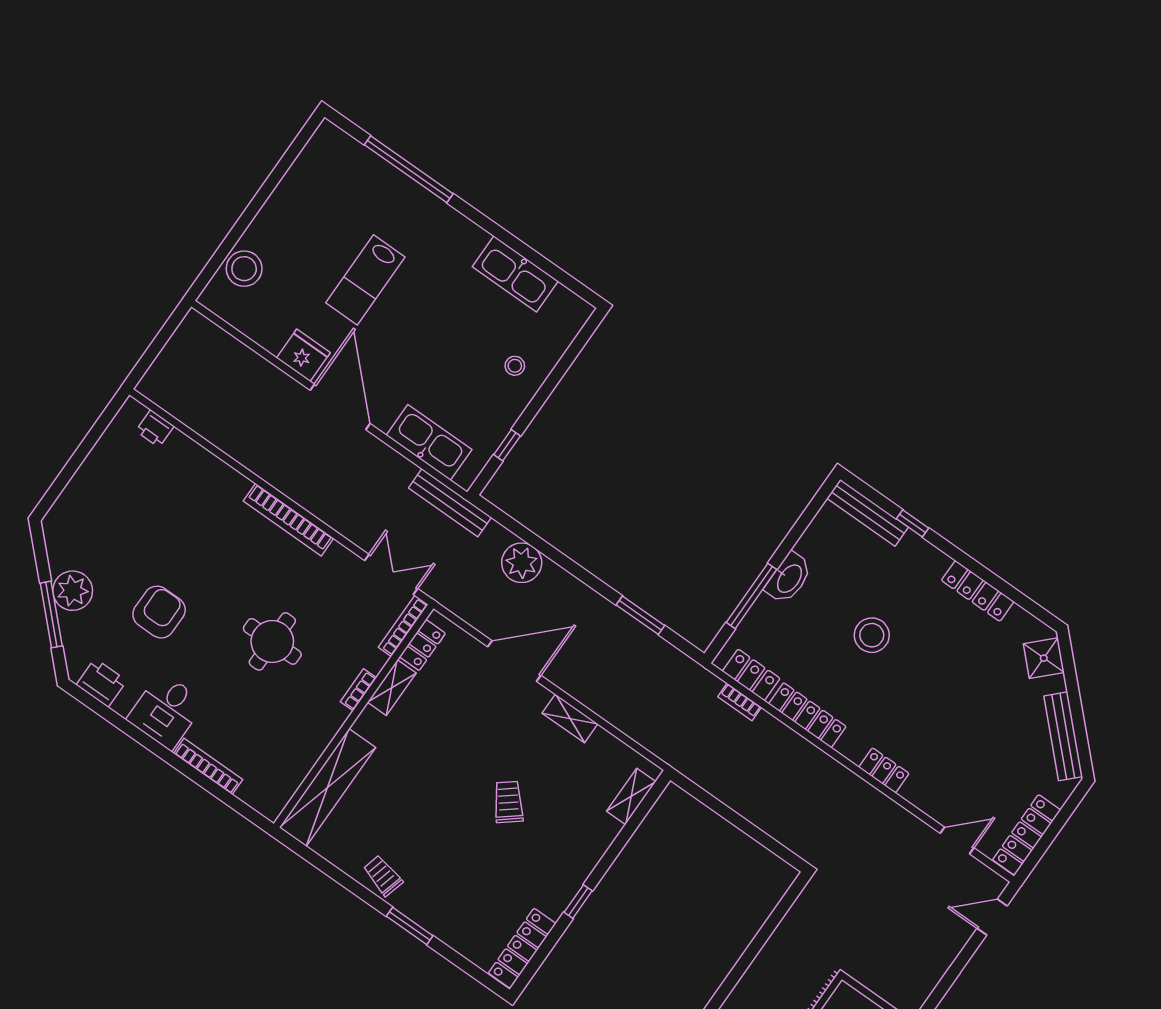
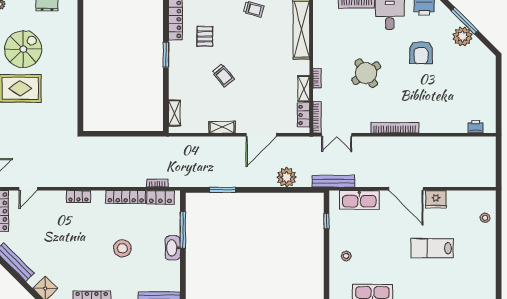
stool: (244, 269) -> (485, 218), width x0.53, depth x0.53
lab bench: (365, 280) -> (432, 248), turned -90
round table: (272, 641) -> (366, 73), turned -35
pallet: (494, 887) -> (205, 36), added
window: (578, 902) -> (166, 55), width x1.50

